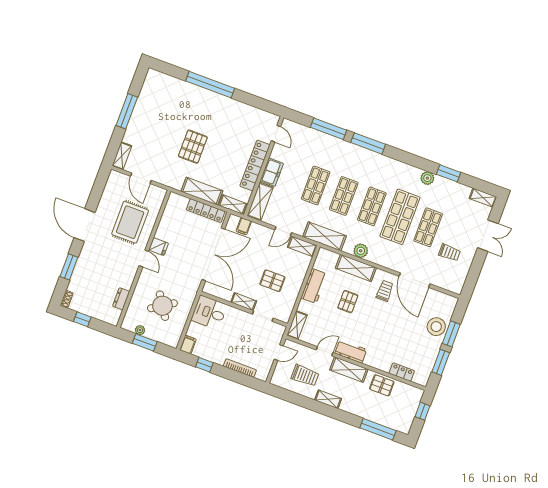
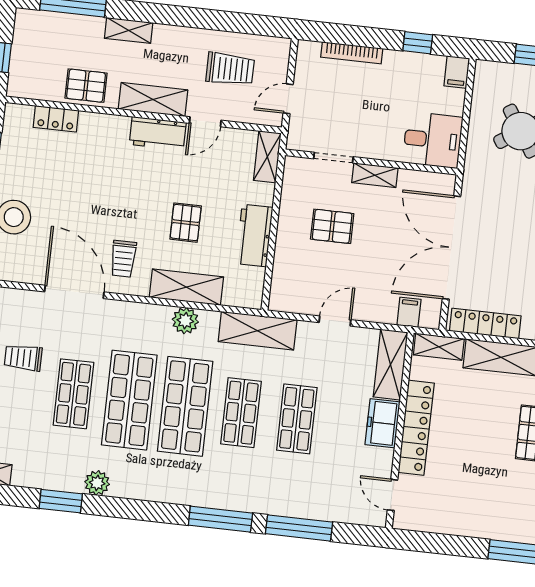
shop shelf: (372, 206) -> (185, 406), width x1.43, depth x1.36
shelving: (302, 246) -> (294, 302), removed
trolley: (305, 375) -> (230, 69), turned 180
shelving: (328, 399) -> (129, 30), moved

